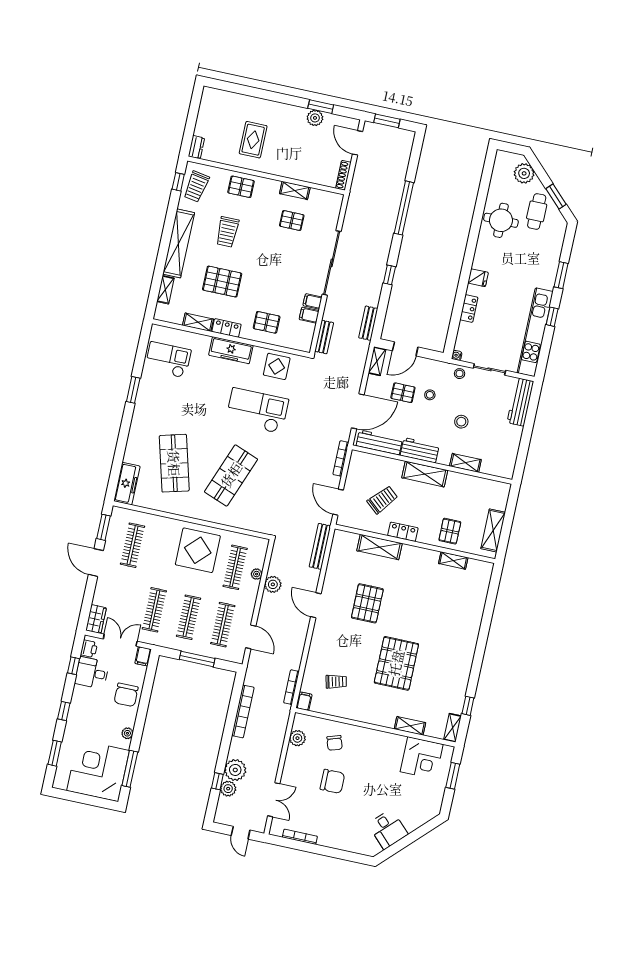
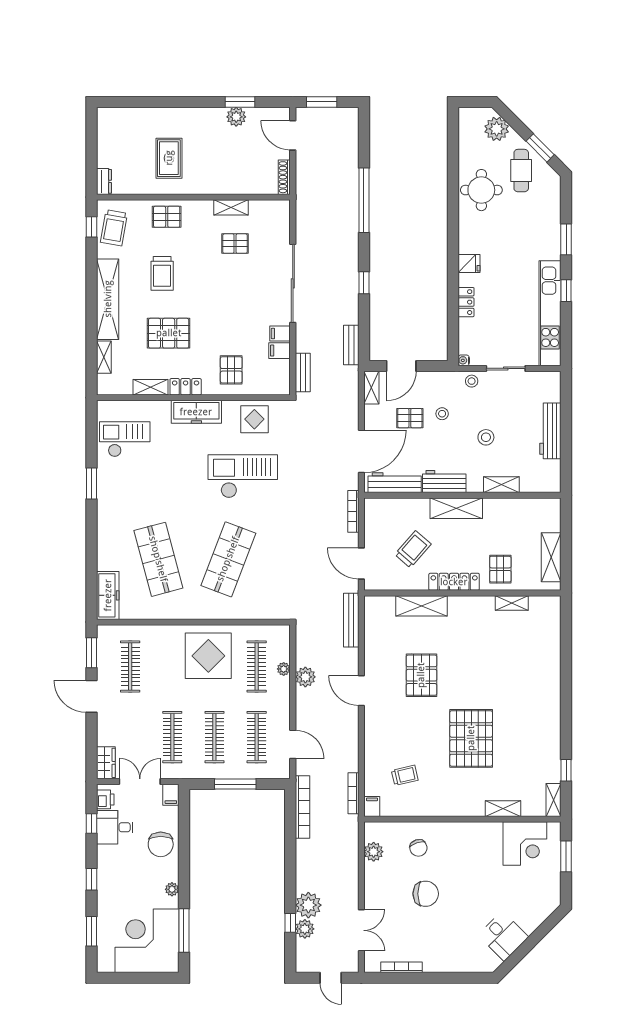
pallet: (267, 322) -> (231, 370), turned 90
workbench: (520, 402) -> (550, 431), moved
locker: (403, 532) -> (454, 582), width x1.53
bookcase: (243, 711) -> (302, 807), moved

